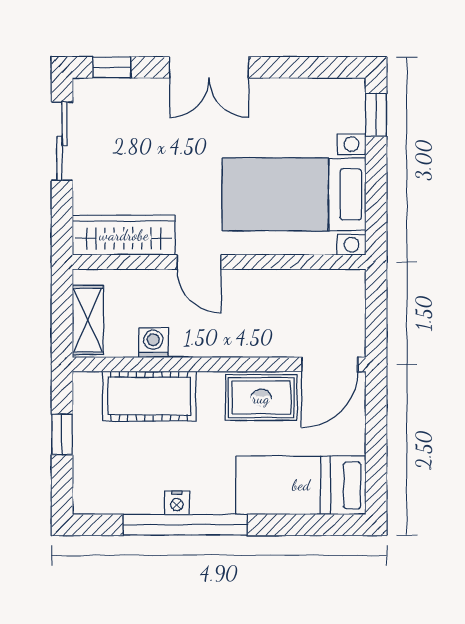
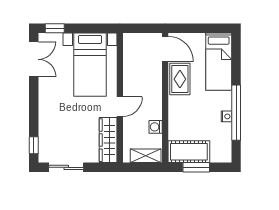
double door: (209, 67) -> (34, 59), moved
cot: (149, 396) -> (189, 152), moved, turned 90
window: (62, 435) -> (196, 167), width x1.50

